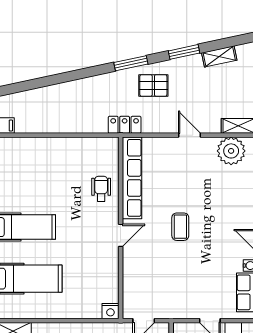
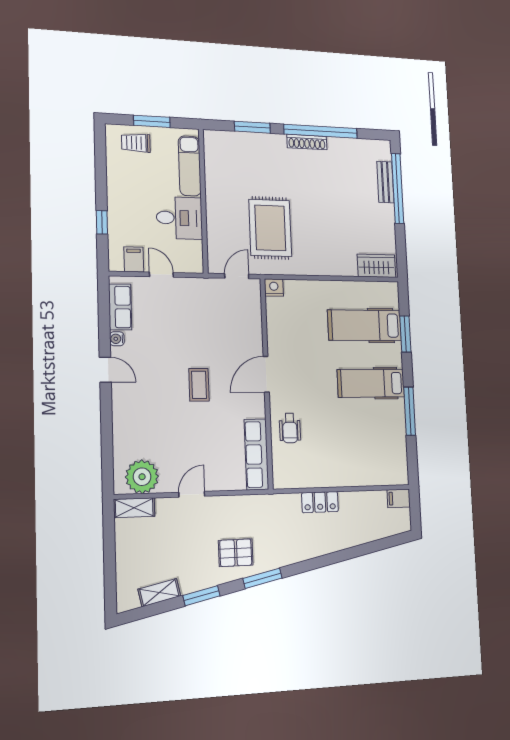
locker: (125, 125) -> (320, 502), moved
door: (190, 135) -> (192, 494), swing flipped
row of seats: (132, 178) -> (256, 454), width x0.73
door: (121, 235) -> (266, 374), width x1.38

